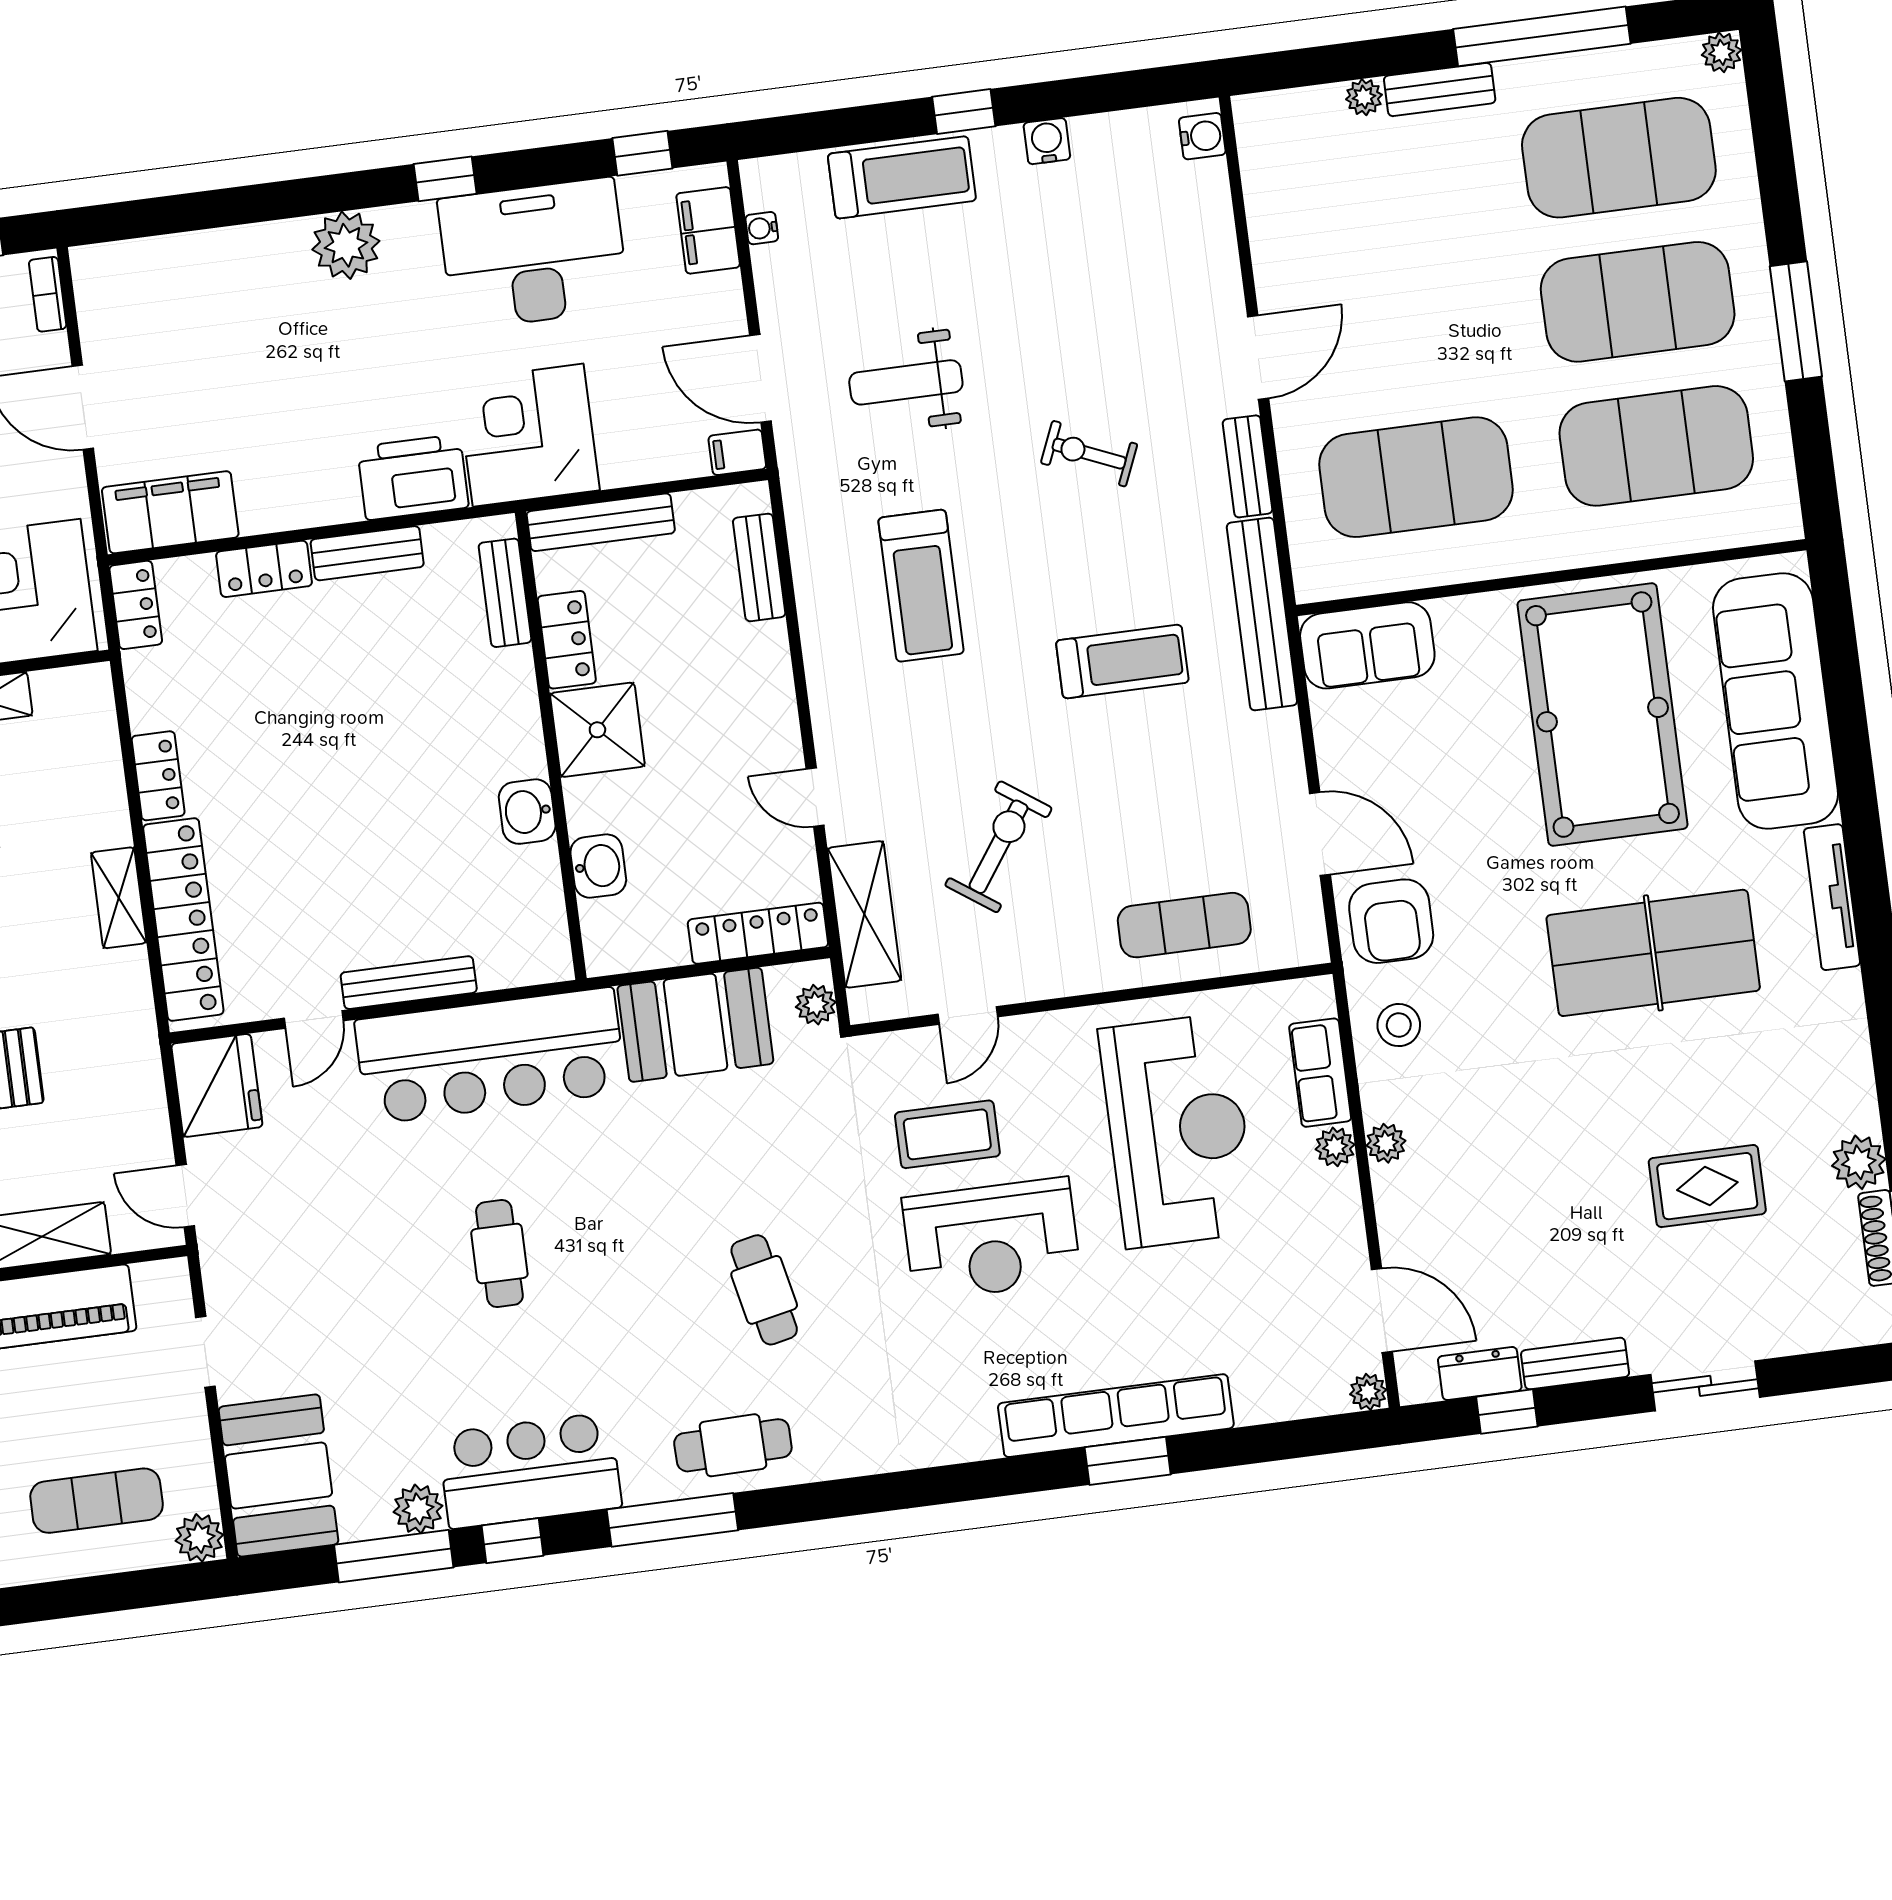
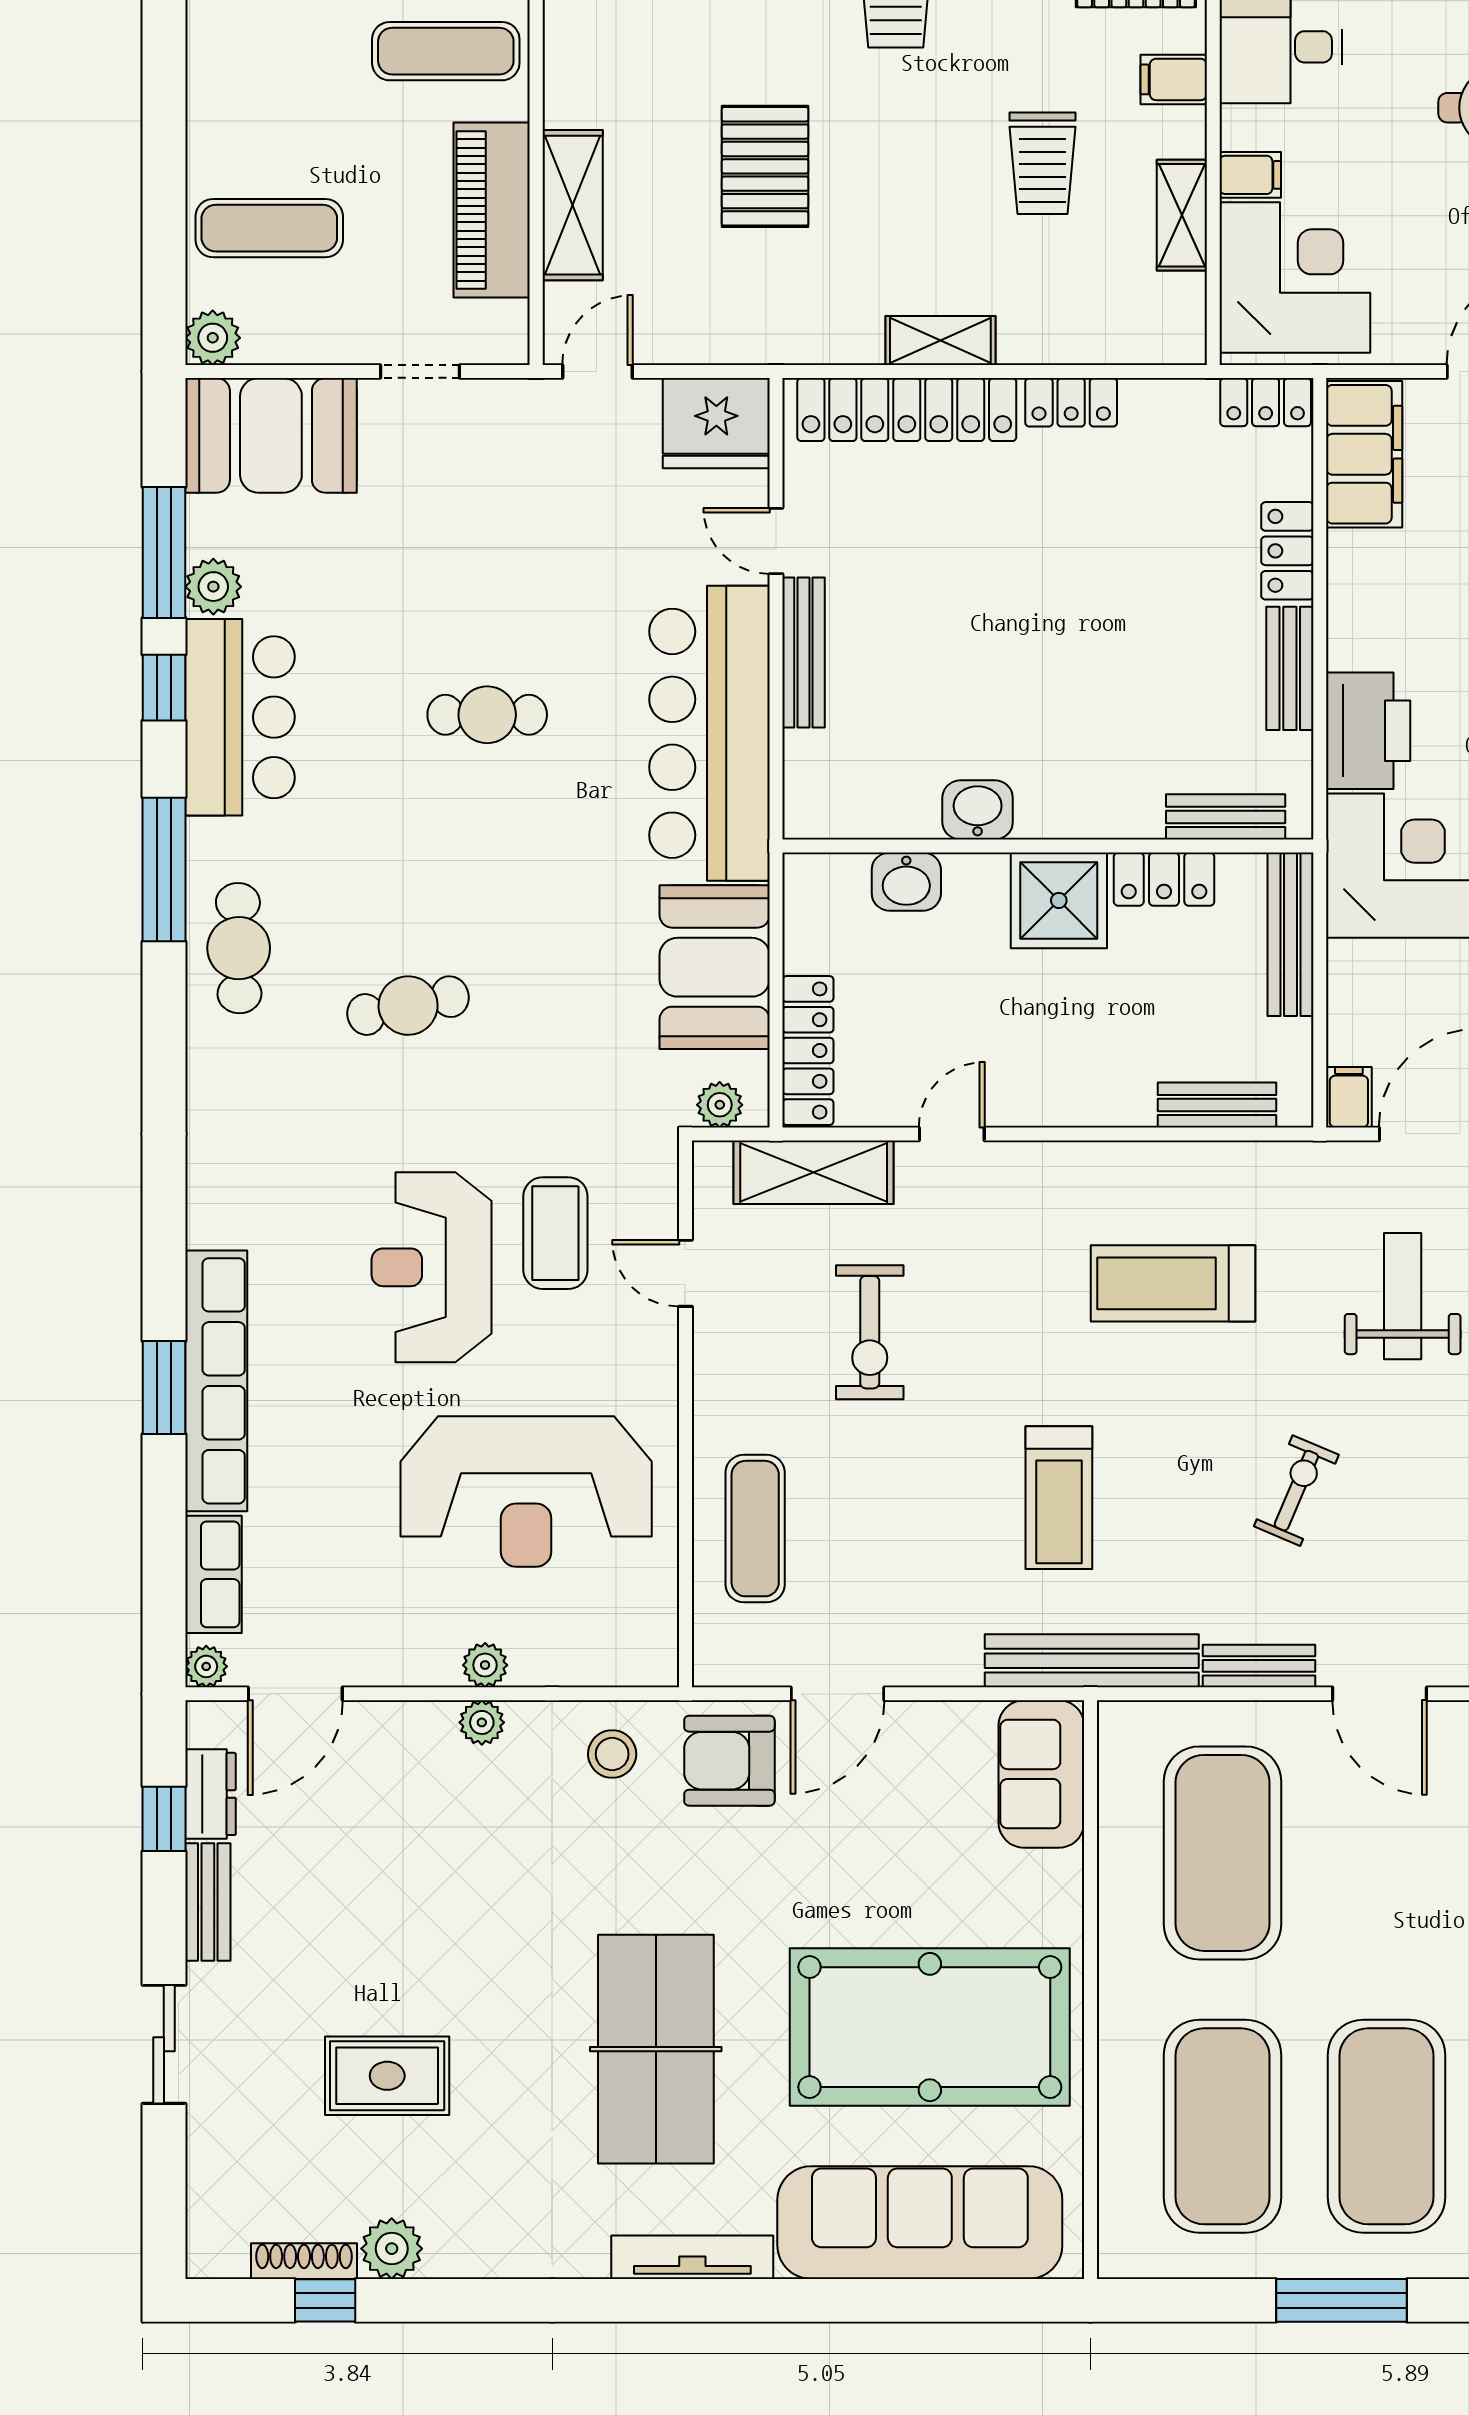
exercise bike: (999, 847) -> (870, 1332), turned 55
row of seats: (1320, 1073) -> (213, 1574), moved, turned 90
rug: (1707, 1186) -> (387, 2076), turned 90
exercise mat: (97, 1501) -> (269, 228), turned 90

